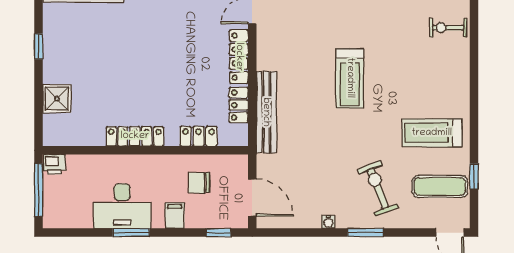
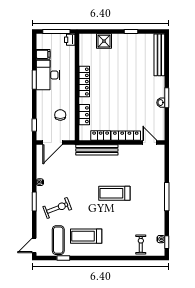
treadmill: (432, 133) -> (86, 236), turned -90
filing cabinet: (175, 216) -> (43, 54), moved

